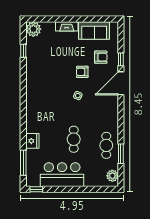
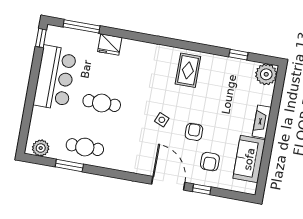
rug: (40, 84) -> (188, 70), added

